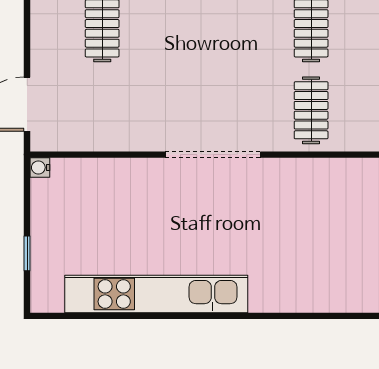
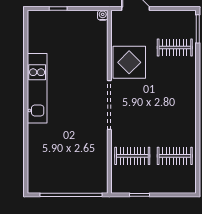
display table: (131, 116) -> (129, 62), added
kitchen unit: (156, 294) -> (37, 88), width x0.73

